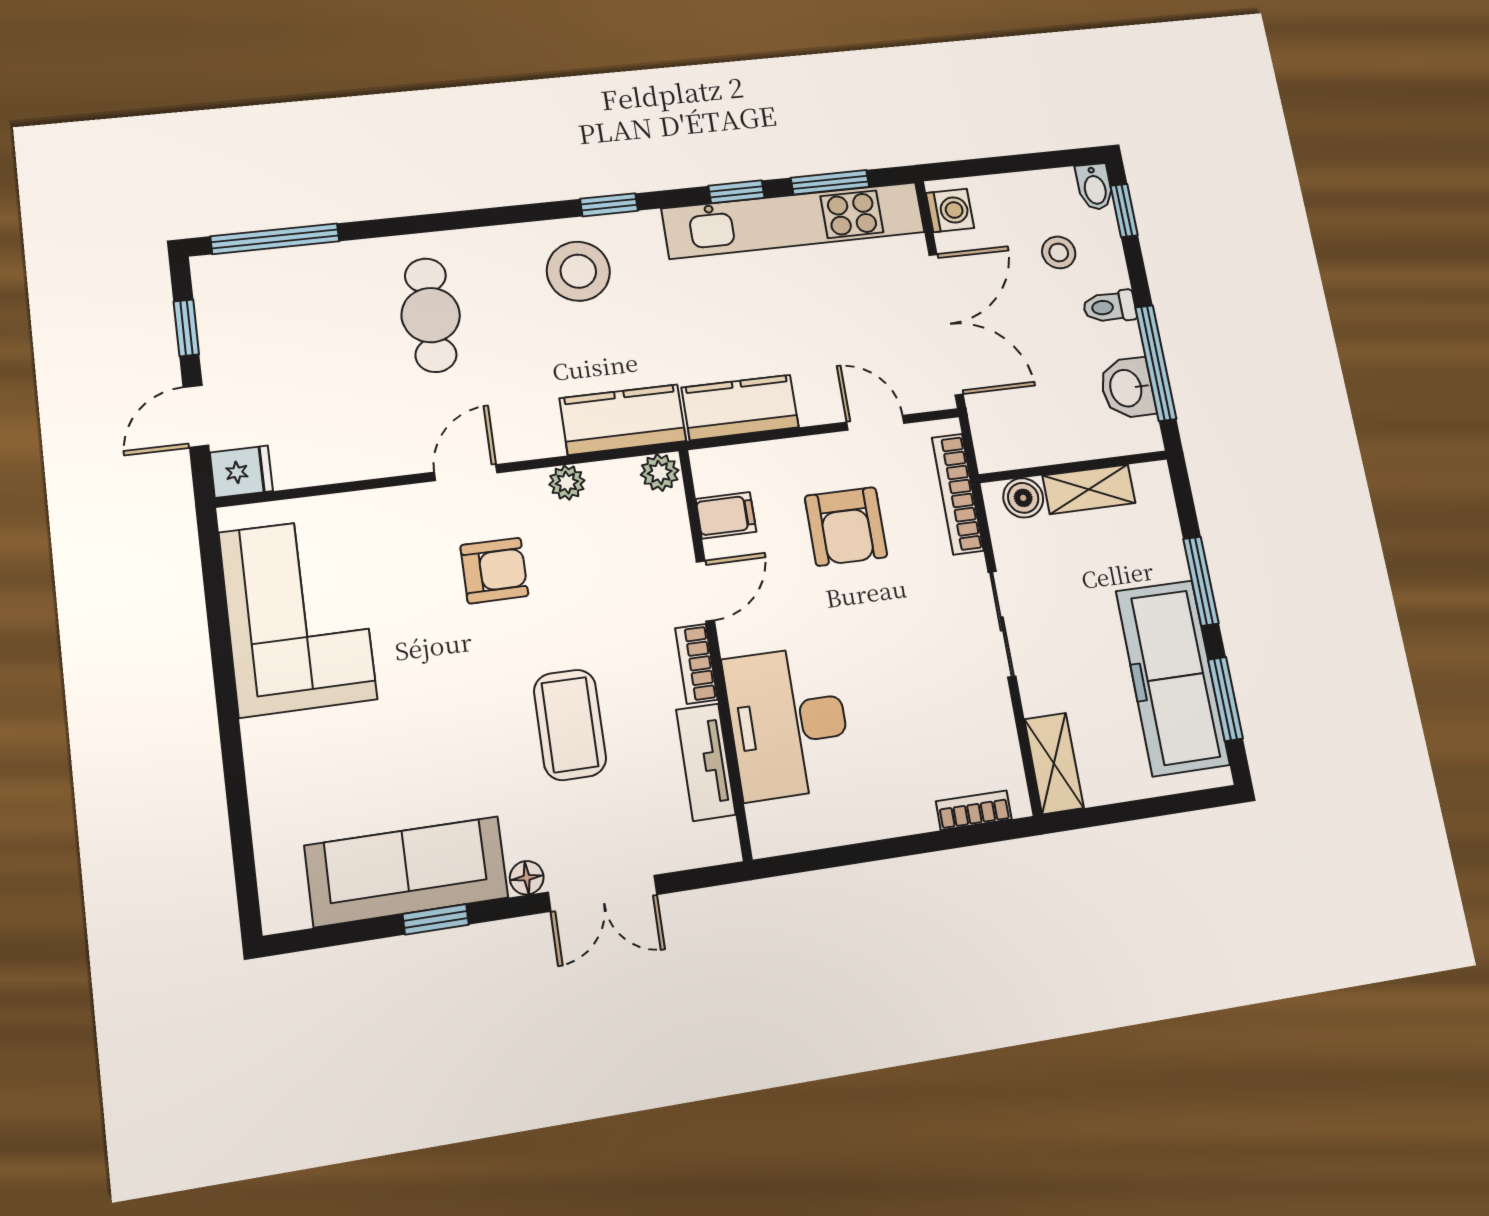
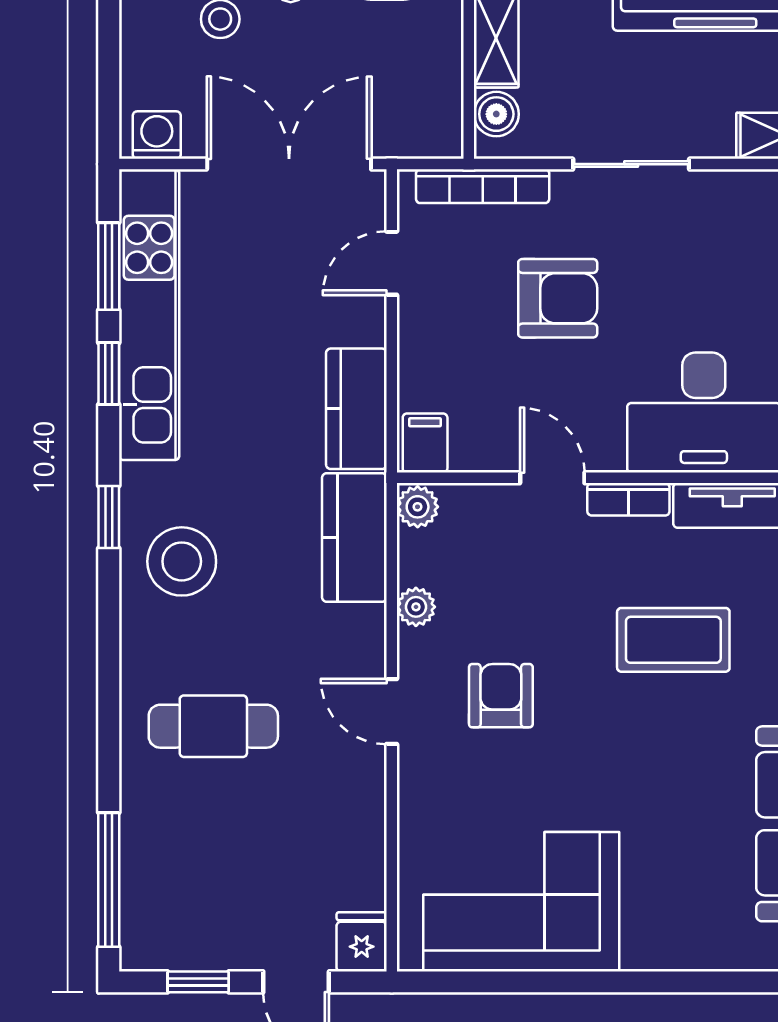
filing cabinet: (726, 515) -> (425, 443), moved
armchair: (846, 526) -> (558, 298), moved

